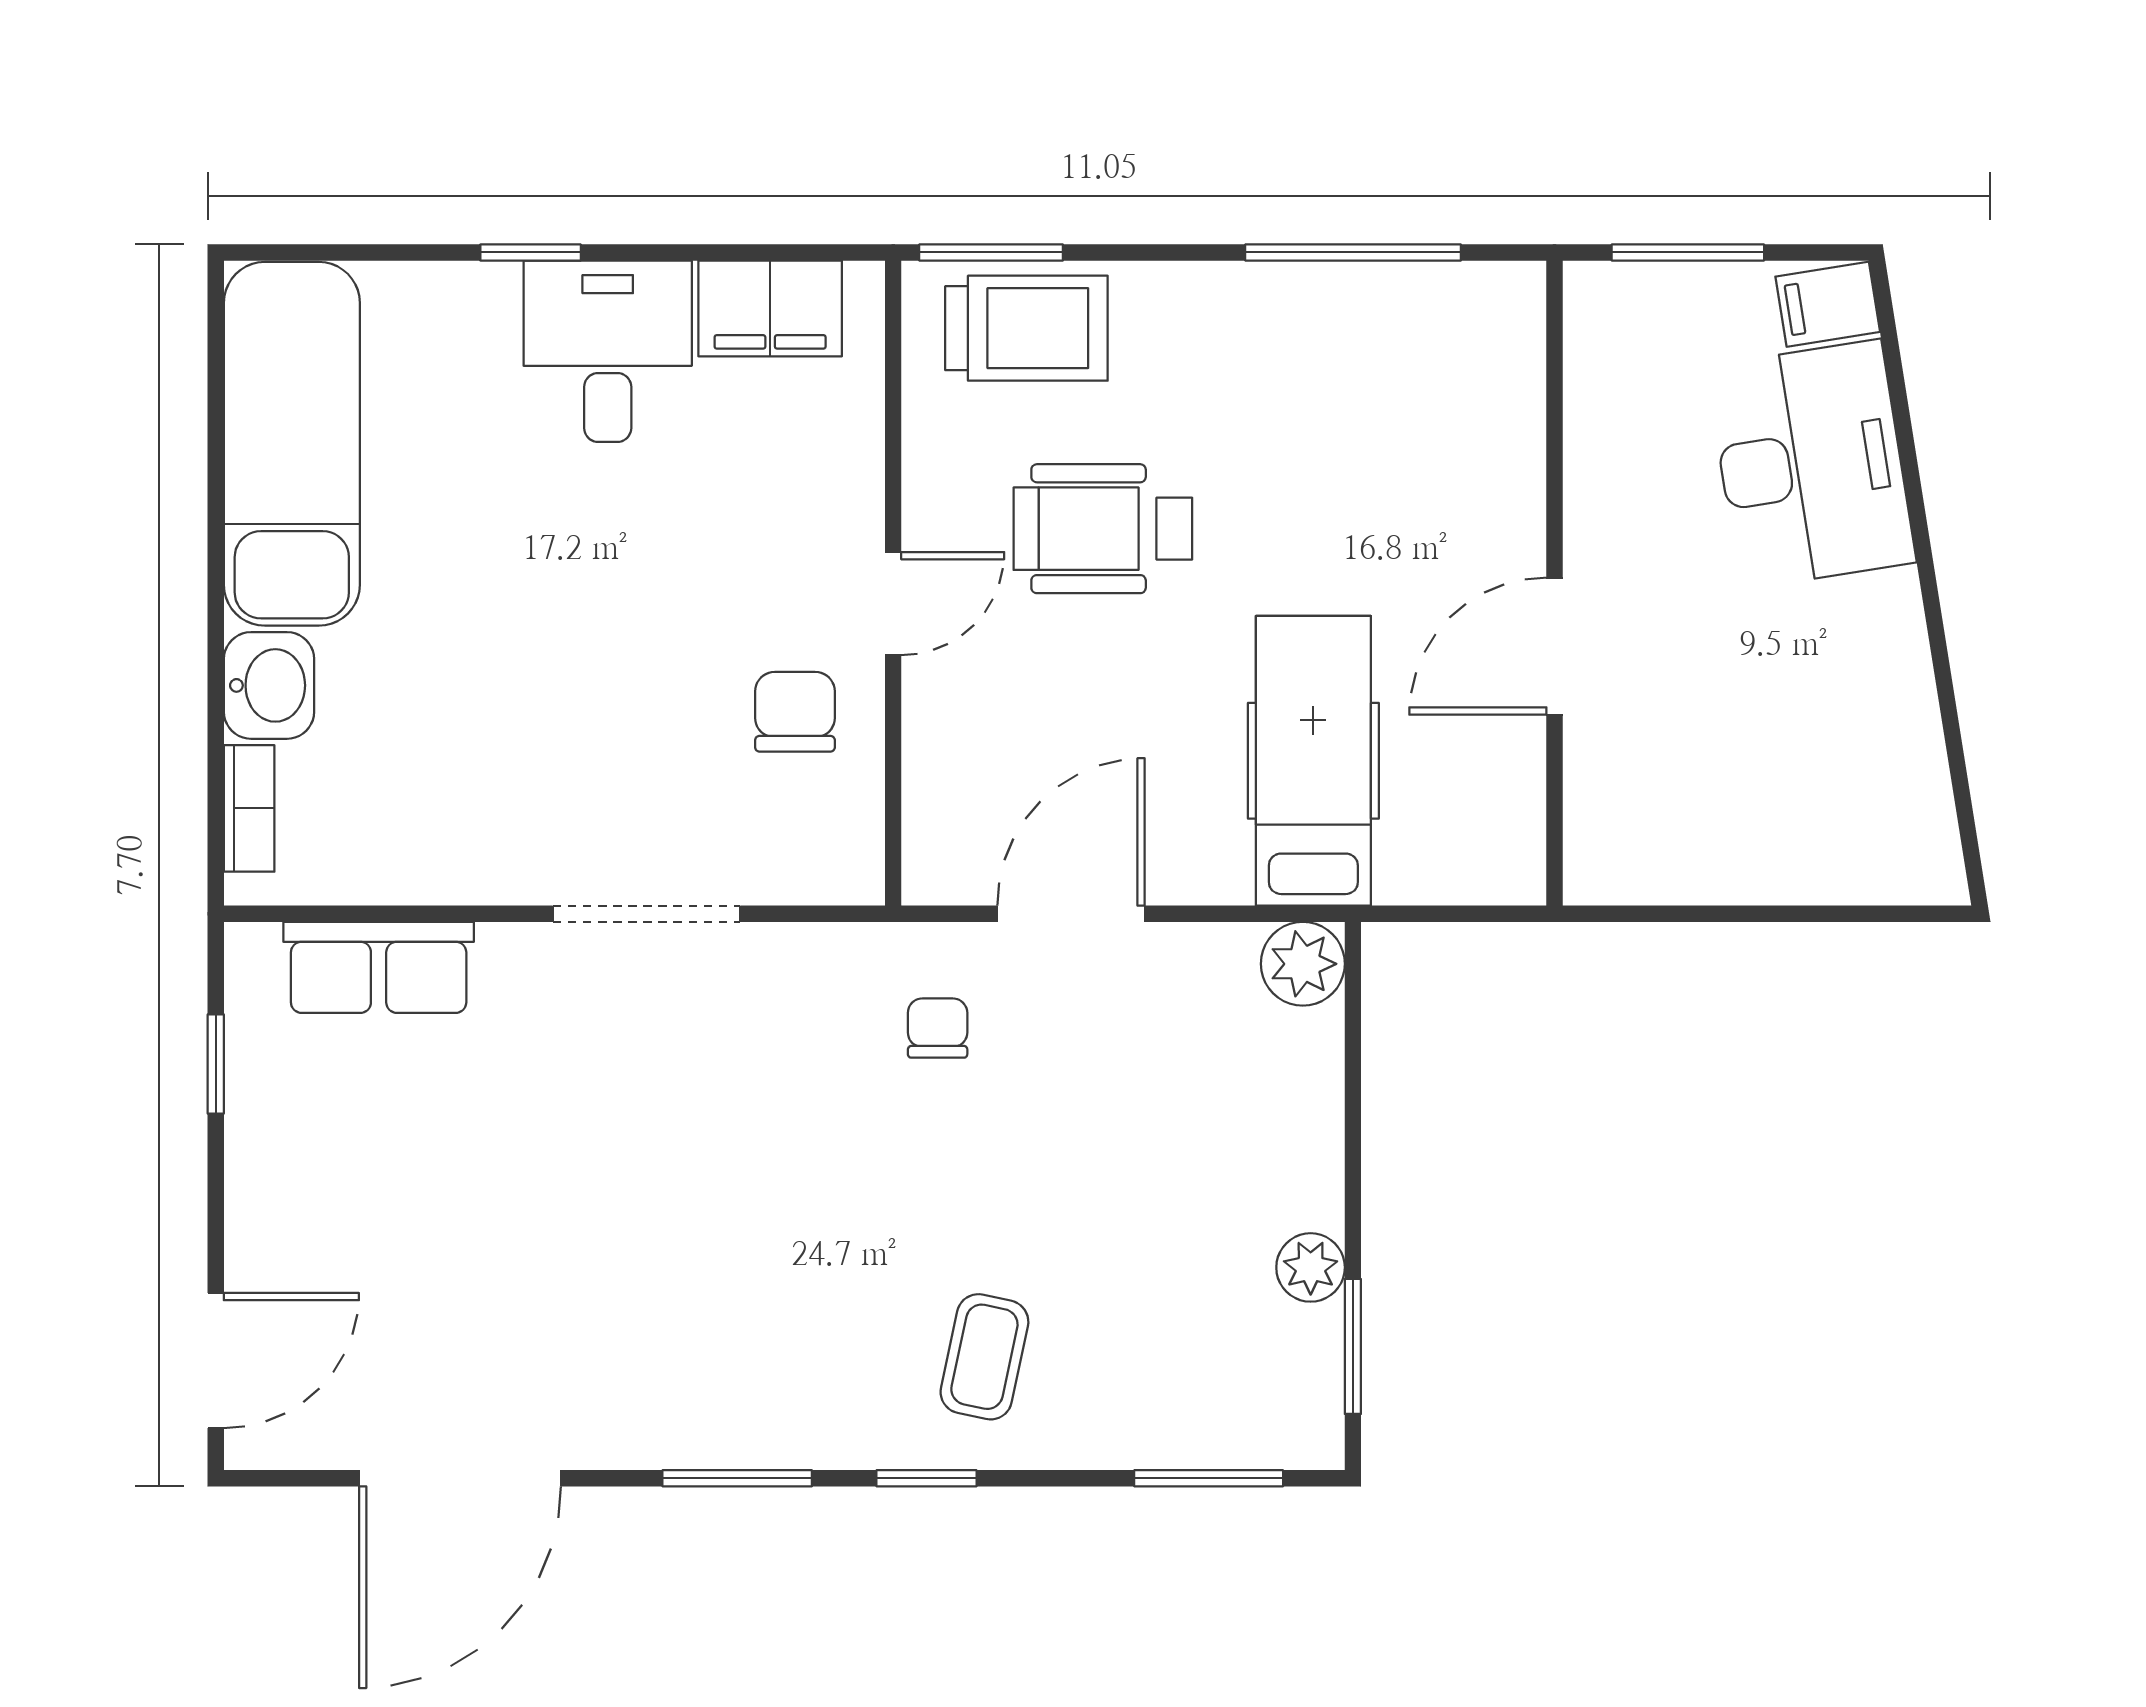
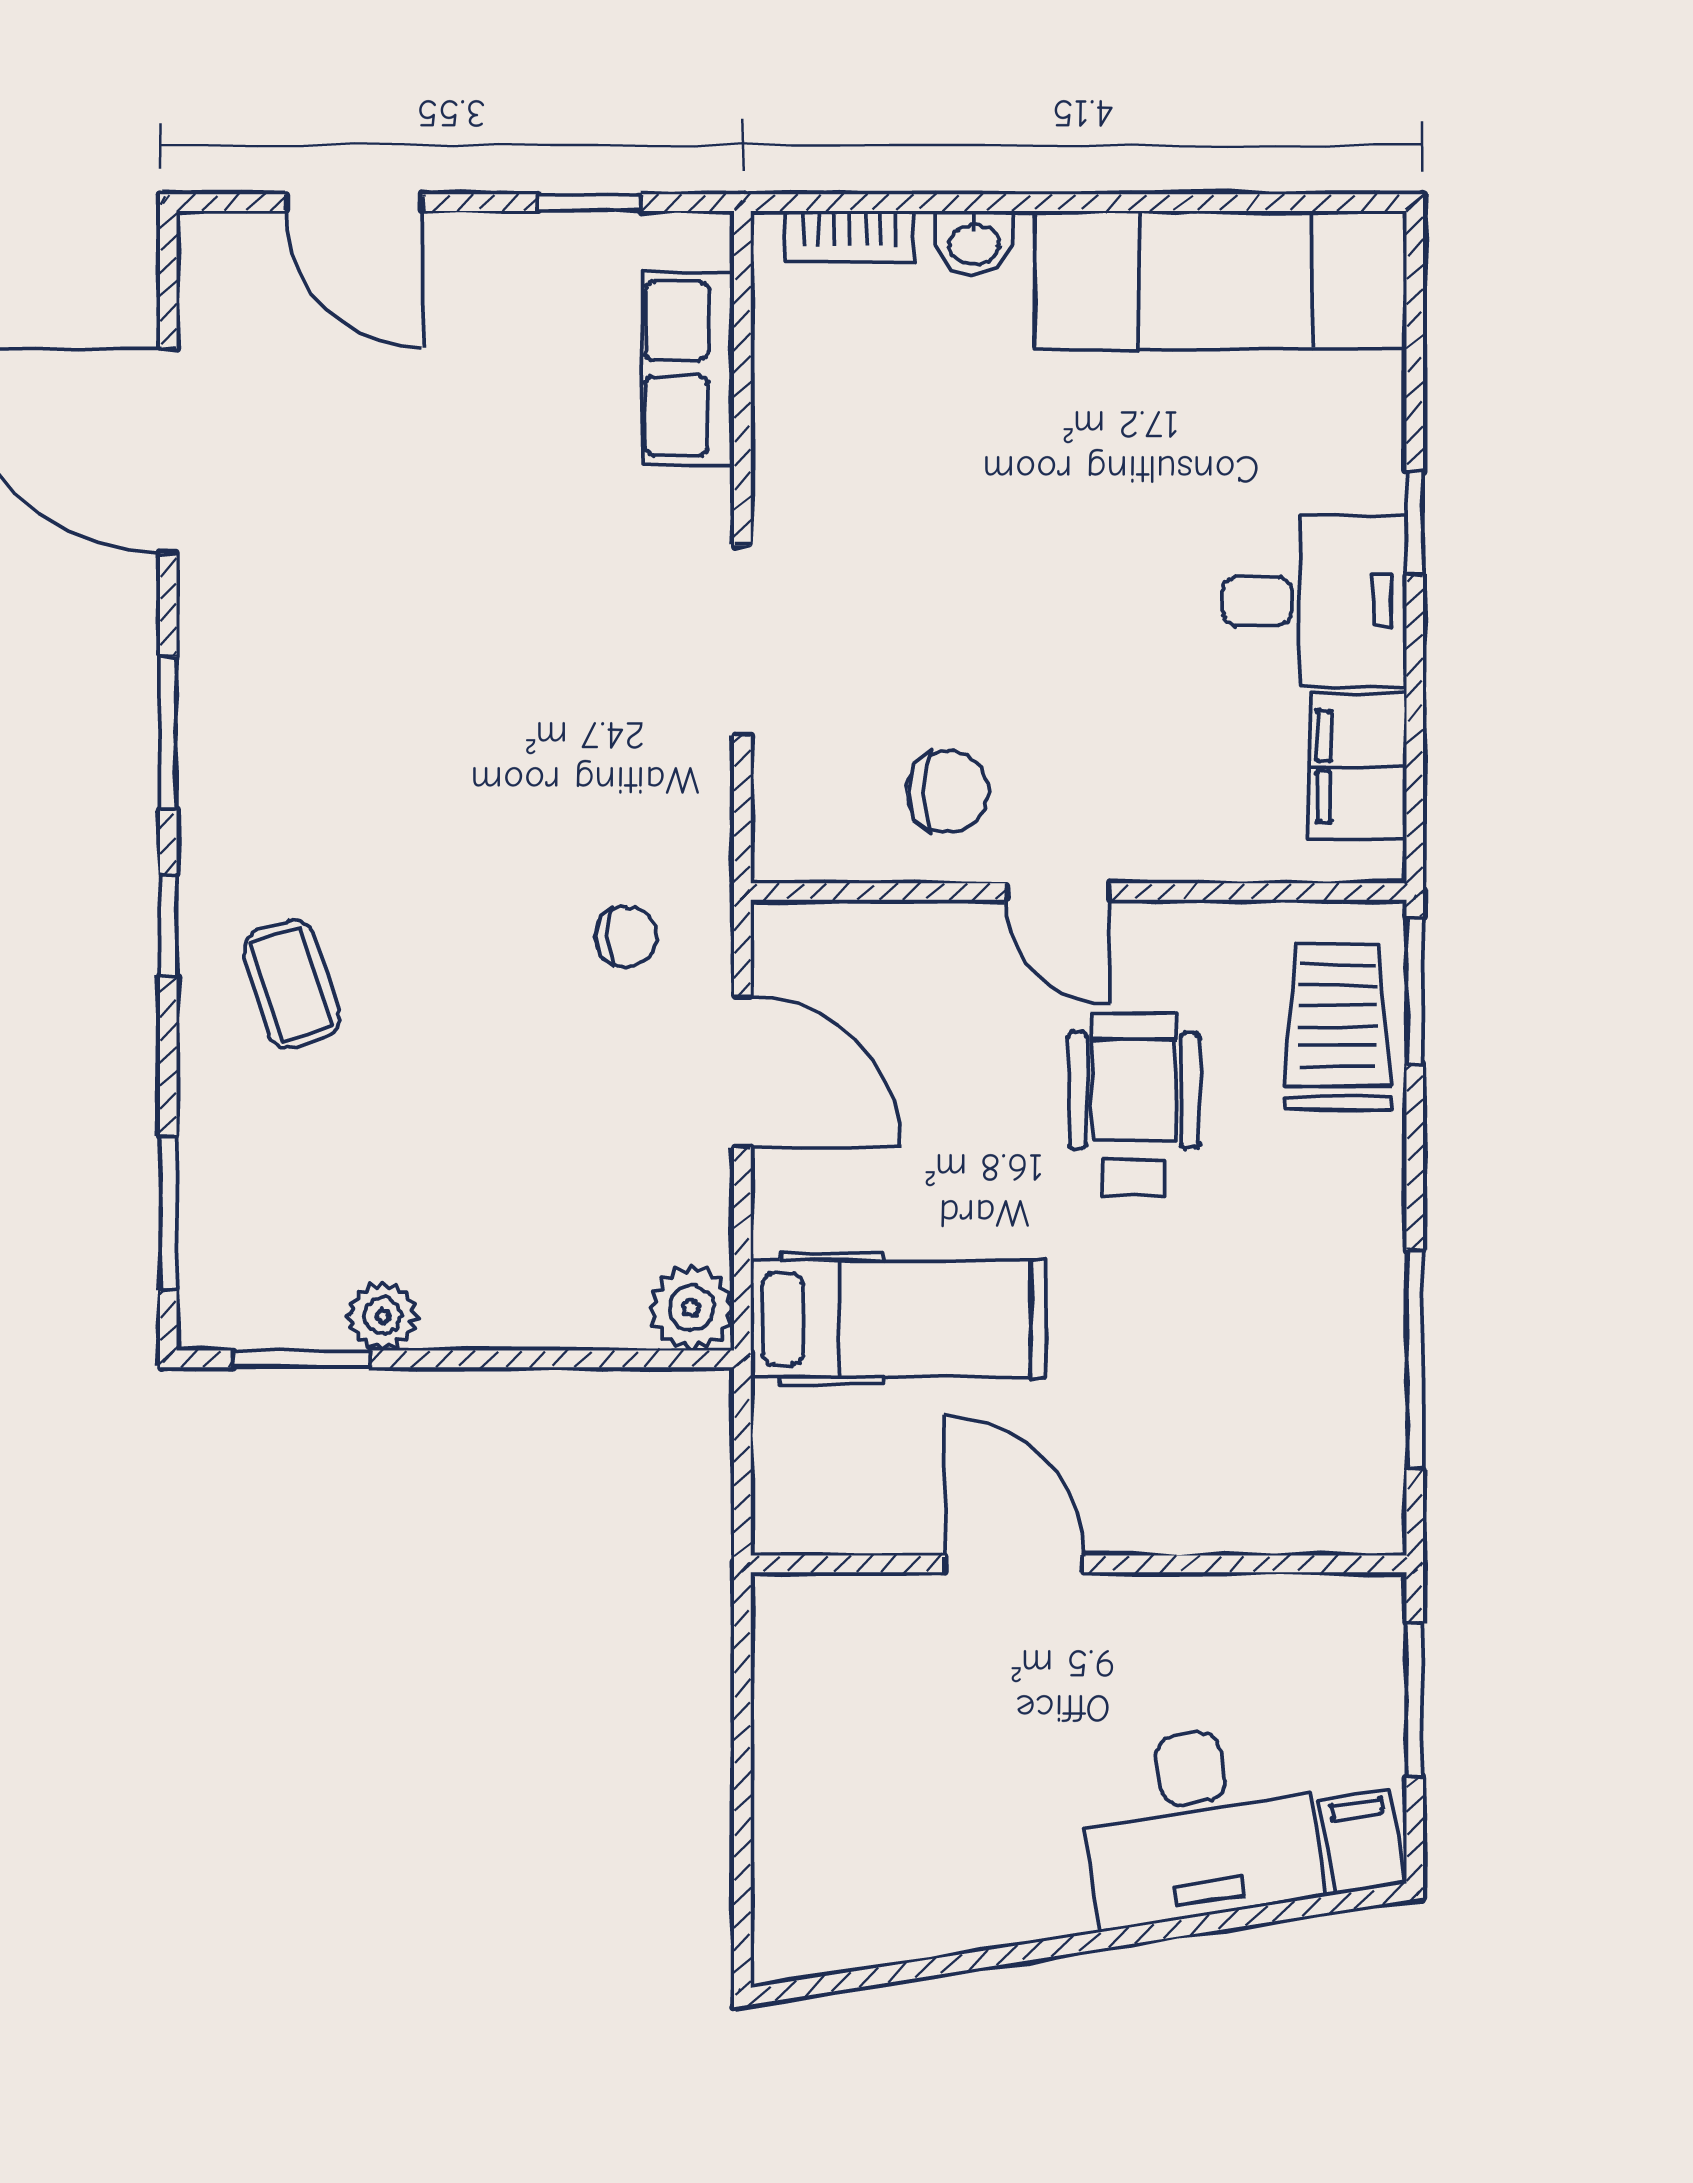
trolley: (1026, 328) -> (1338, 1027), turned 180
washbasin: (269, 685) -> (974, 243), width x0.72, depth x0.69
coffee table: (984, 1357) -> (292, 984), turned 60
door: (216, 1360) -> (354, 203), moved

